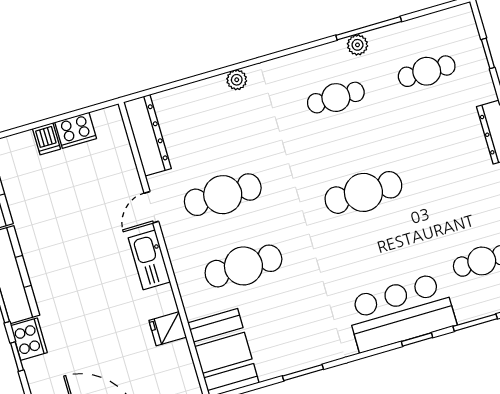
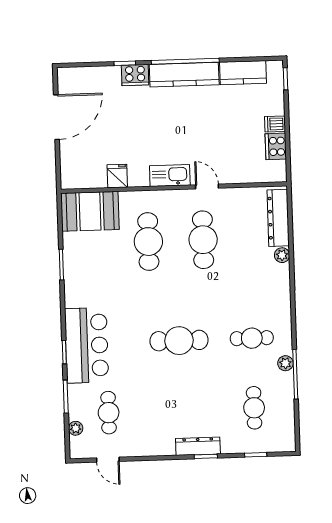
plant: (237, 80) -> (282, 255), moved
cafe table: (336, 98) -> (252, 338), turned 90
dresser: (147, 135) -> (278, 218), moved, turned 90
cafe table: (363, 192) -> (179, 341), turned 90

